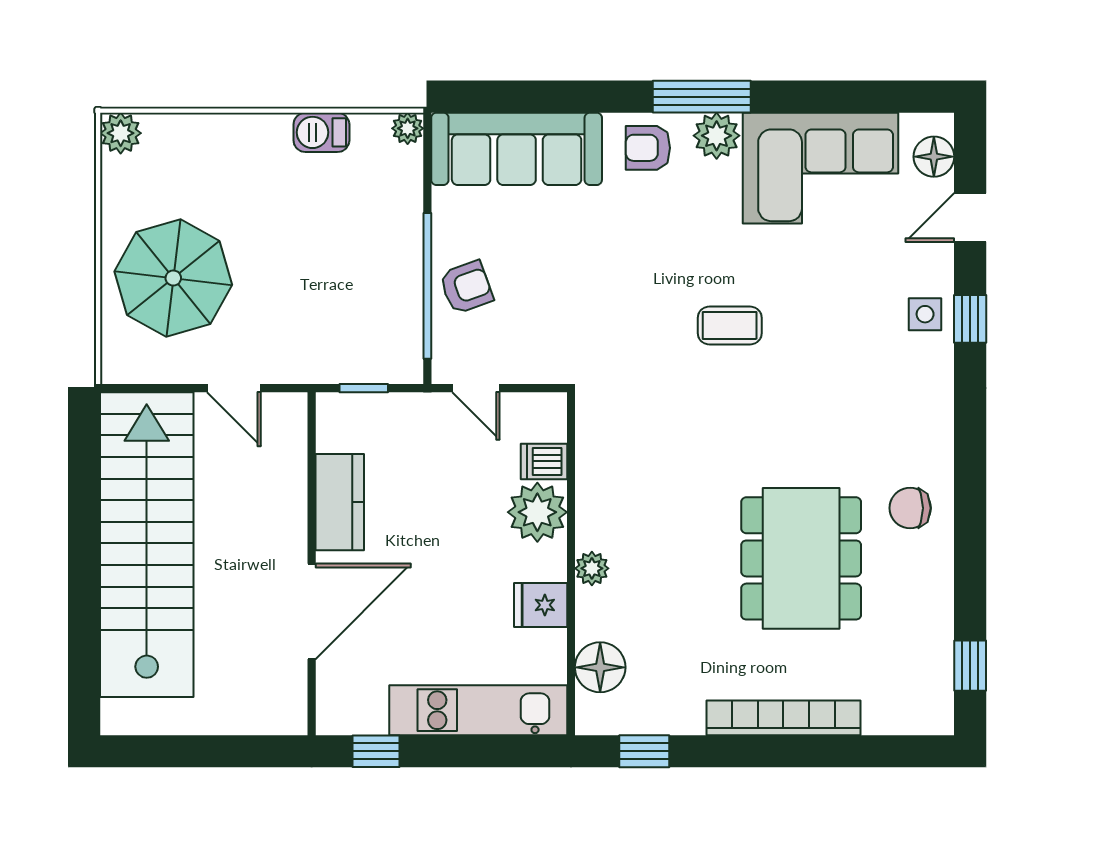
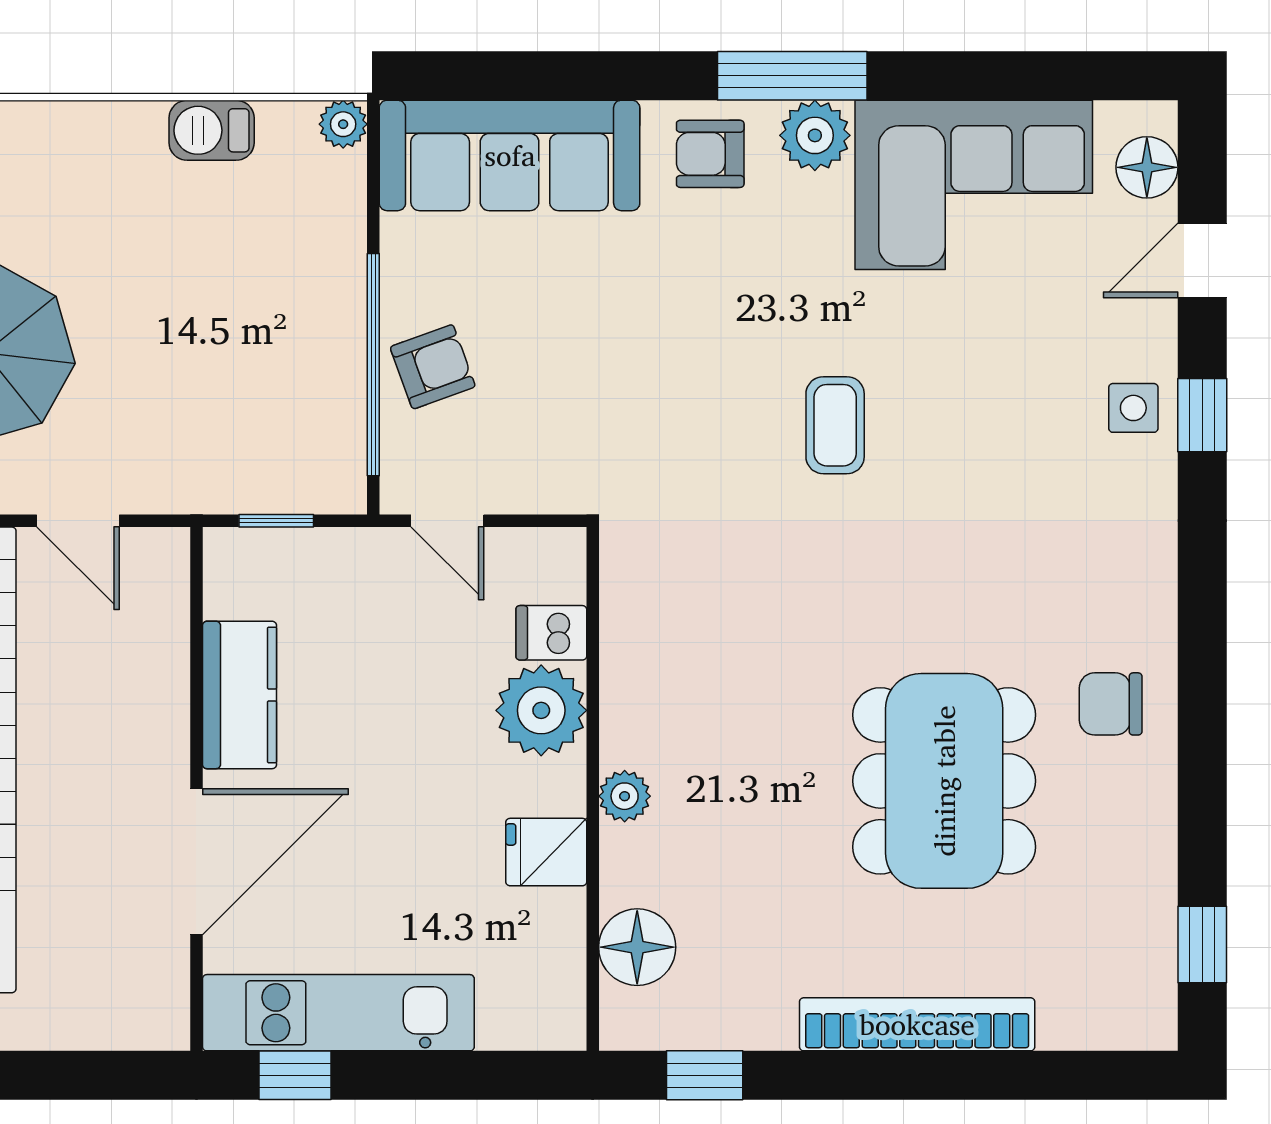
coffee table: (730, 326) -> (835, 425), turned 90
kitchen unit: (478, 710) -> (338, 1013), moved

